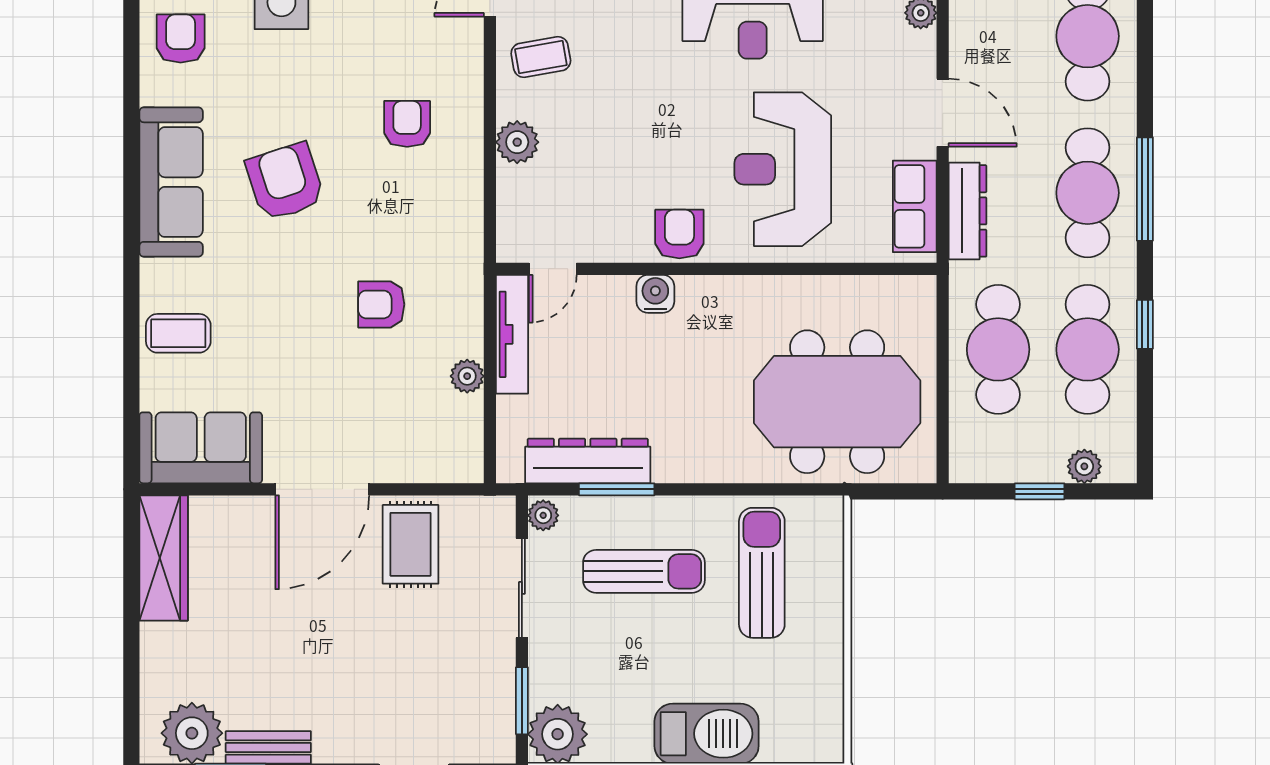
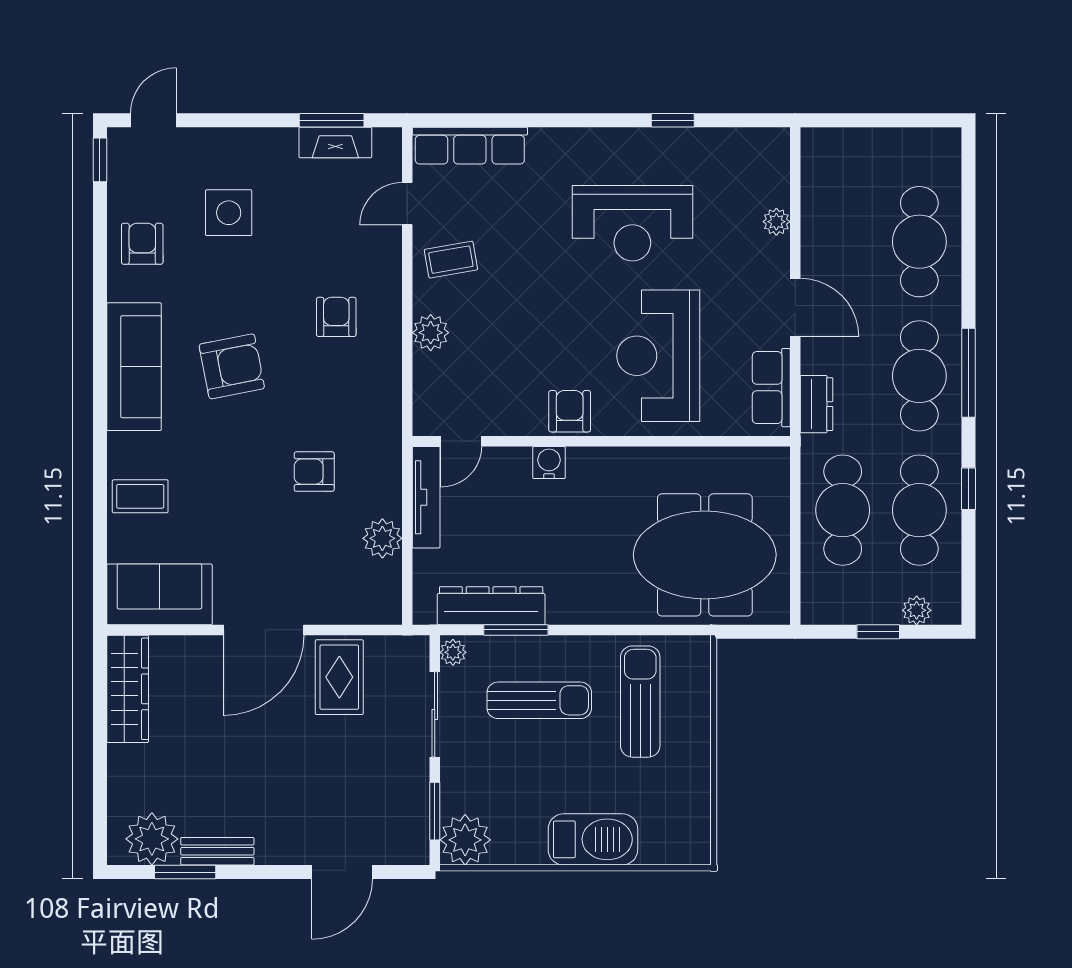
armchair: (285, 182) -> (232, 366), turned 97
dresser: (968, 211) -> (817, 404), width x0.70
plant: (467, 376) -> (382, 538), width x1.38, depth x1.38

